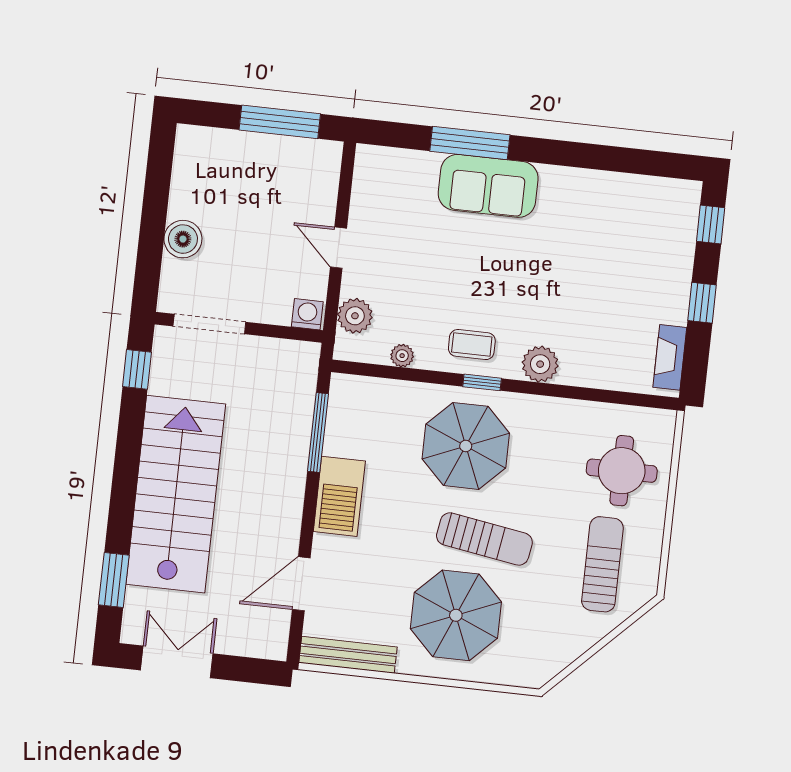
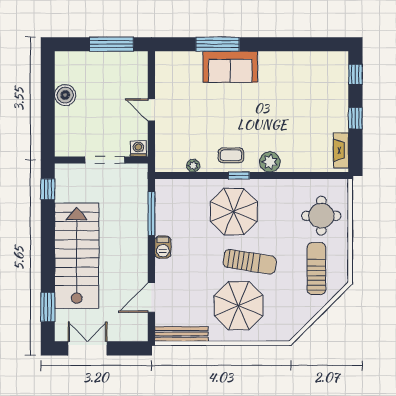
boiler: (183, 239) -> (65, 95), moved
plant: (355, 316) -> (165, 147), removed
doorway: (209, 324) -> (105, 160), moved
barbecue: (339, 496) -> (163, 247), width x0.53, depth x0.65

